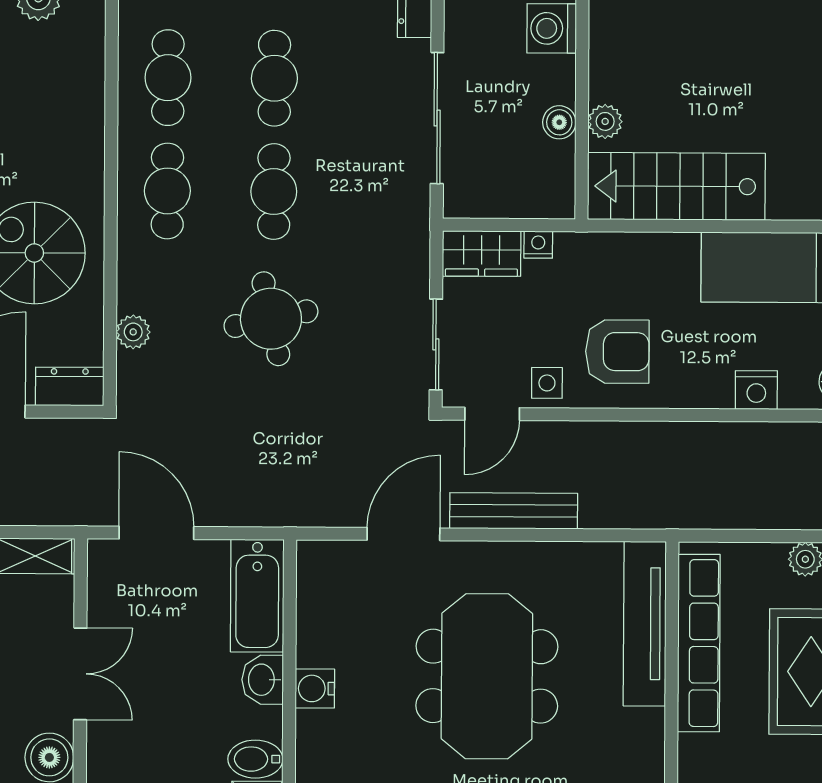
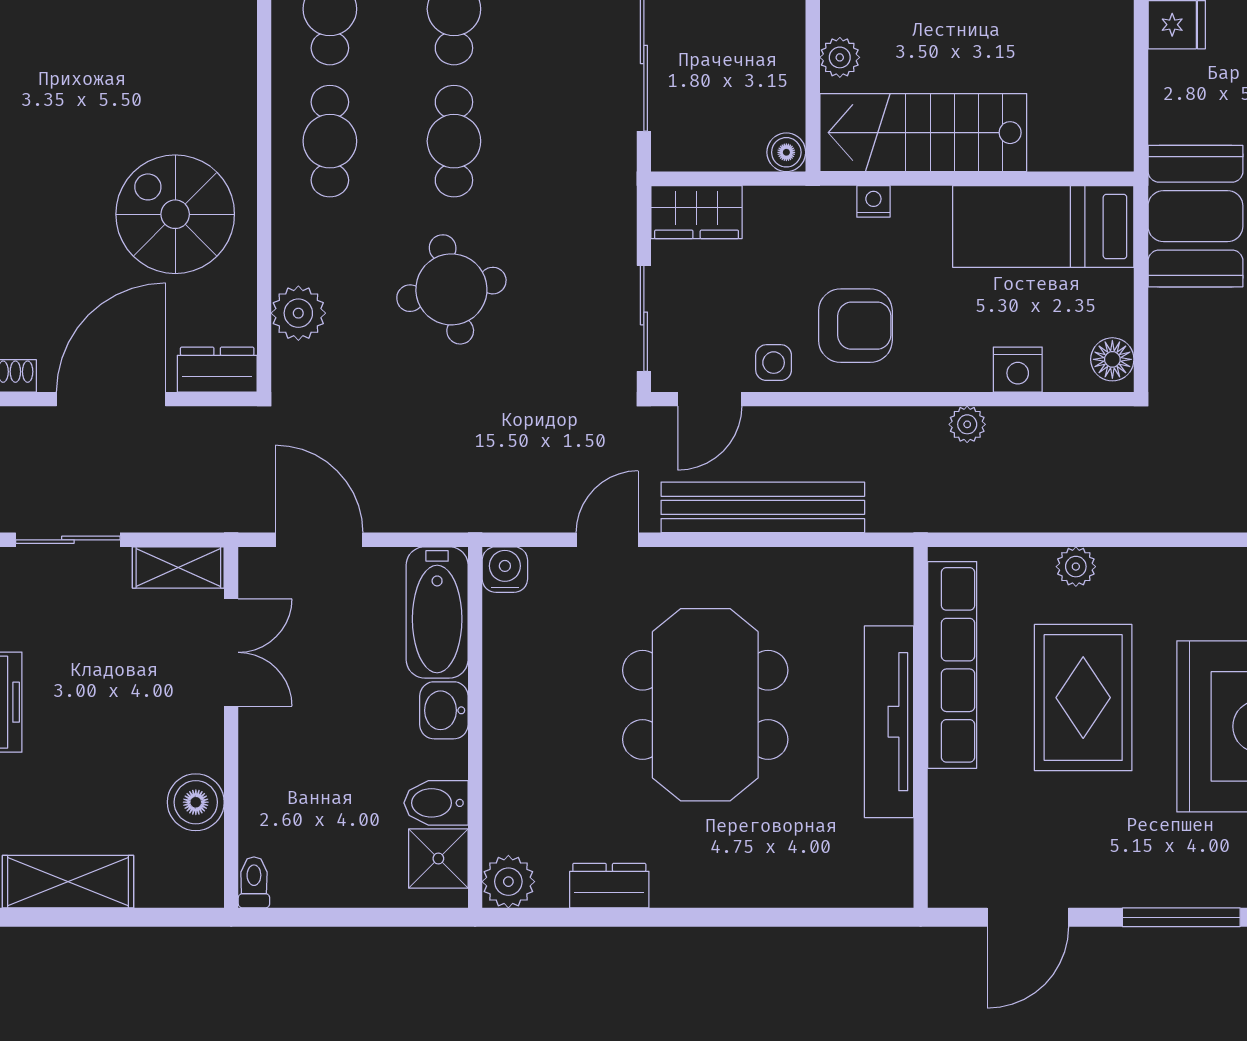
boiler: (559, 122) -> (786, 152), moved
nightstand: (538, 245) -> (873, 201), moved
plant: (133, 332) -> (298, 313), width x1.38, depth x1.38
plant: (713, 437) -> (967, 424), added
bench: (514, 511) -> (763, 507), width x1.37, depth x1.21
door: (403, 534) -> (607, 540), width x0.73
tv unit: (645, 624) -> (889, 722), moved
double door: (80, 674) -> (231, 652), moved
water cooler: (315, 688) -> (505, 570), moved, turned 90

